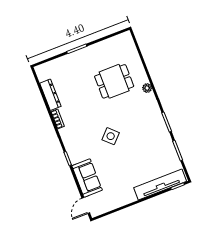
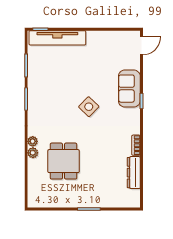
plant: (143, 78) -> (33, 153), added
dining table: (114, 81) -> (64, 161), turned 90
sofa: (87, 178) -> (129, 89), moved

